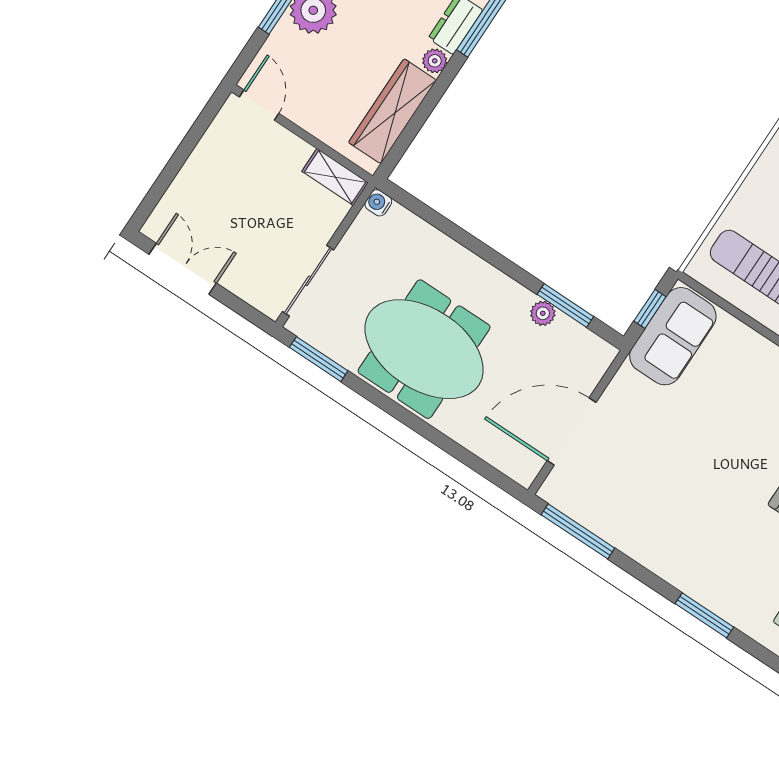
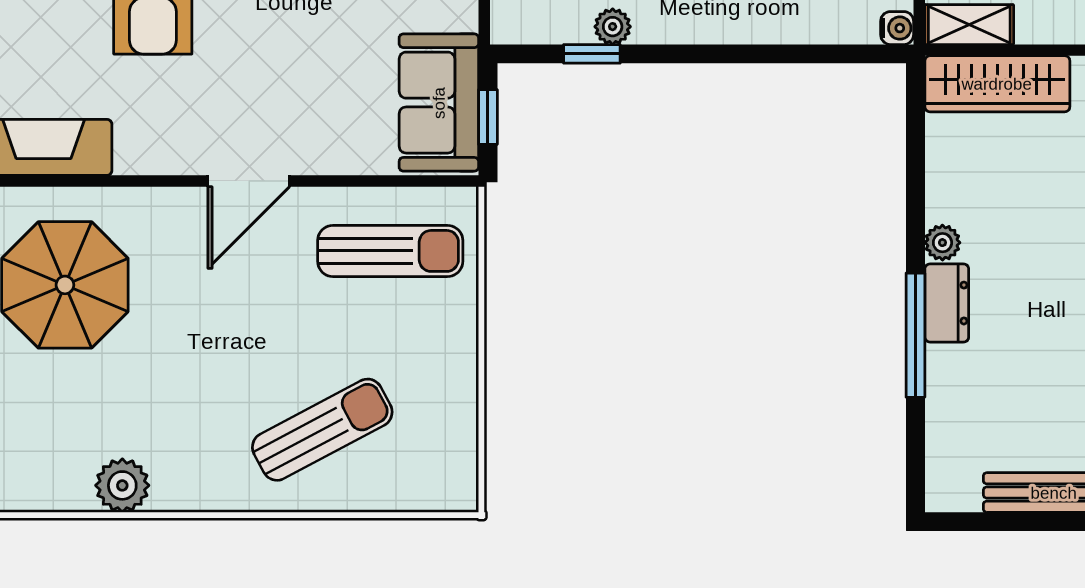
wardrobe: (392, 111) -> (997, 84), moved, turned 90
window: (565, 305) -> (592, 54), width x0.67

